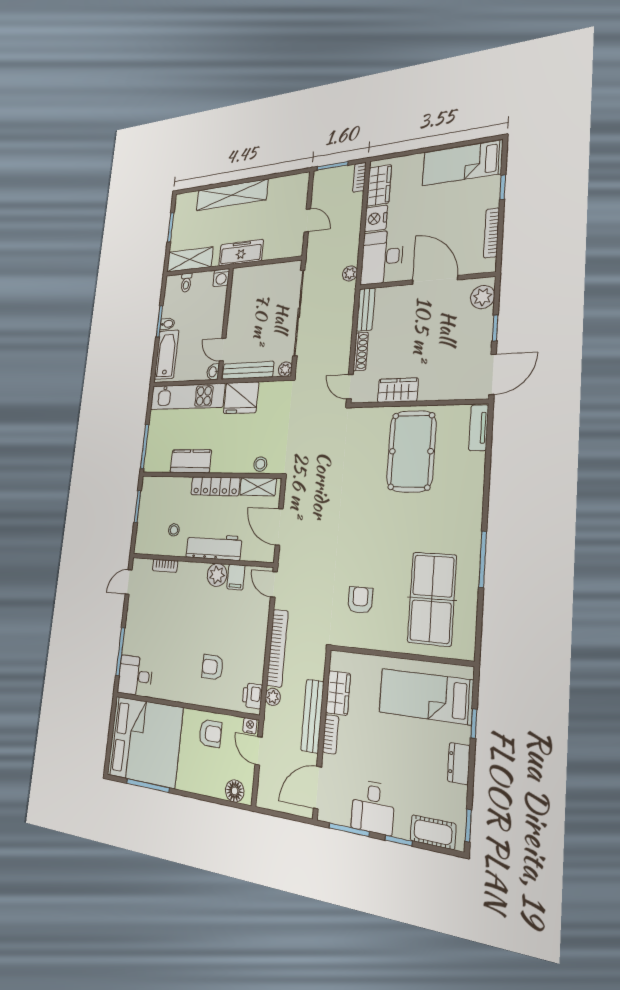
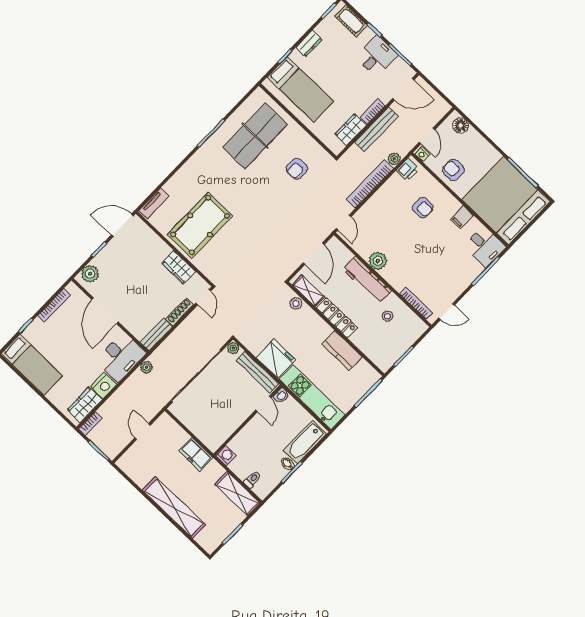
freezer: (241, 253) -> (196, 454), width x0.71
bookcase: (165, 566) -> (416, 303), width x1.56
filing cabinet: (236, 577) -> (462, 217), moved, turned 180

